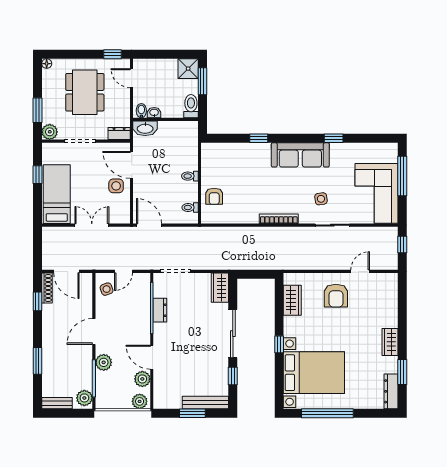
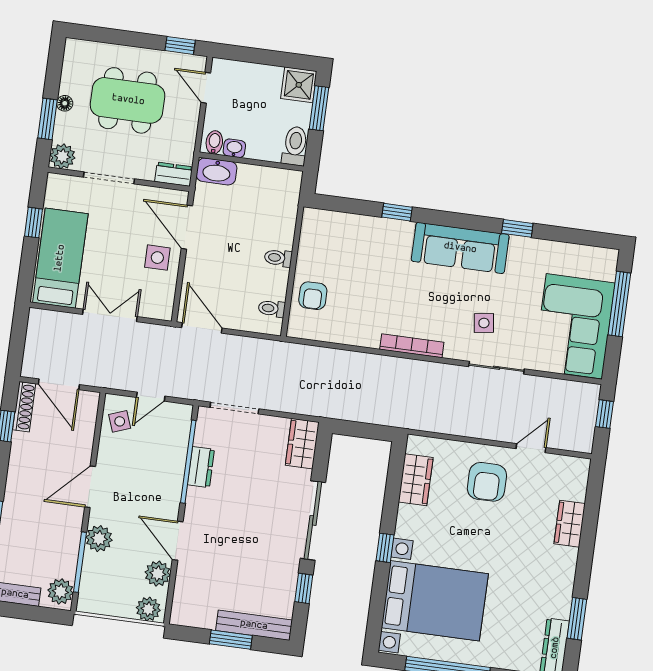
floor lamp: (47, 64) -> (65, 103), moved
dining table: (85, 92) -> (128, 100), turned 90
wardrobe: (390, 342) -> (570, 524), moved

